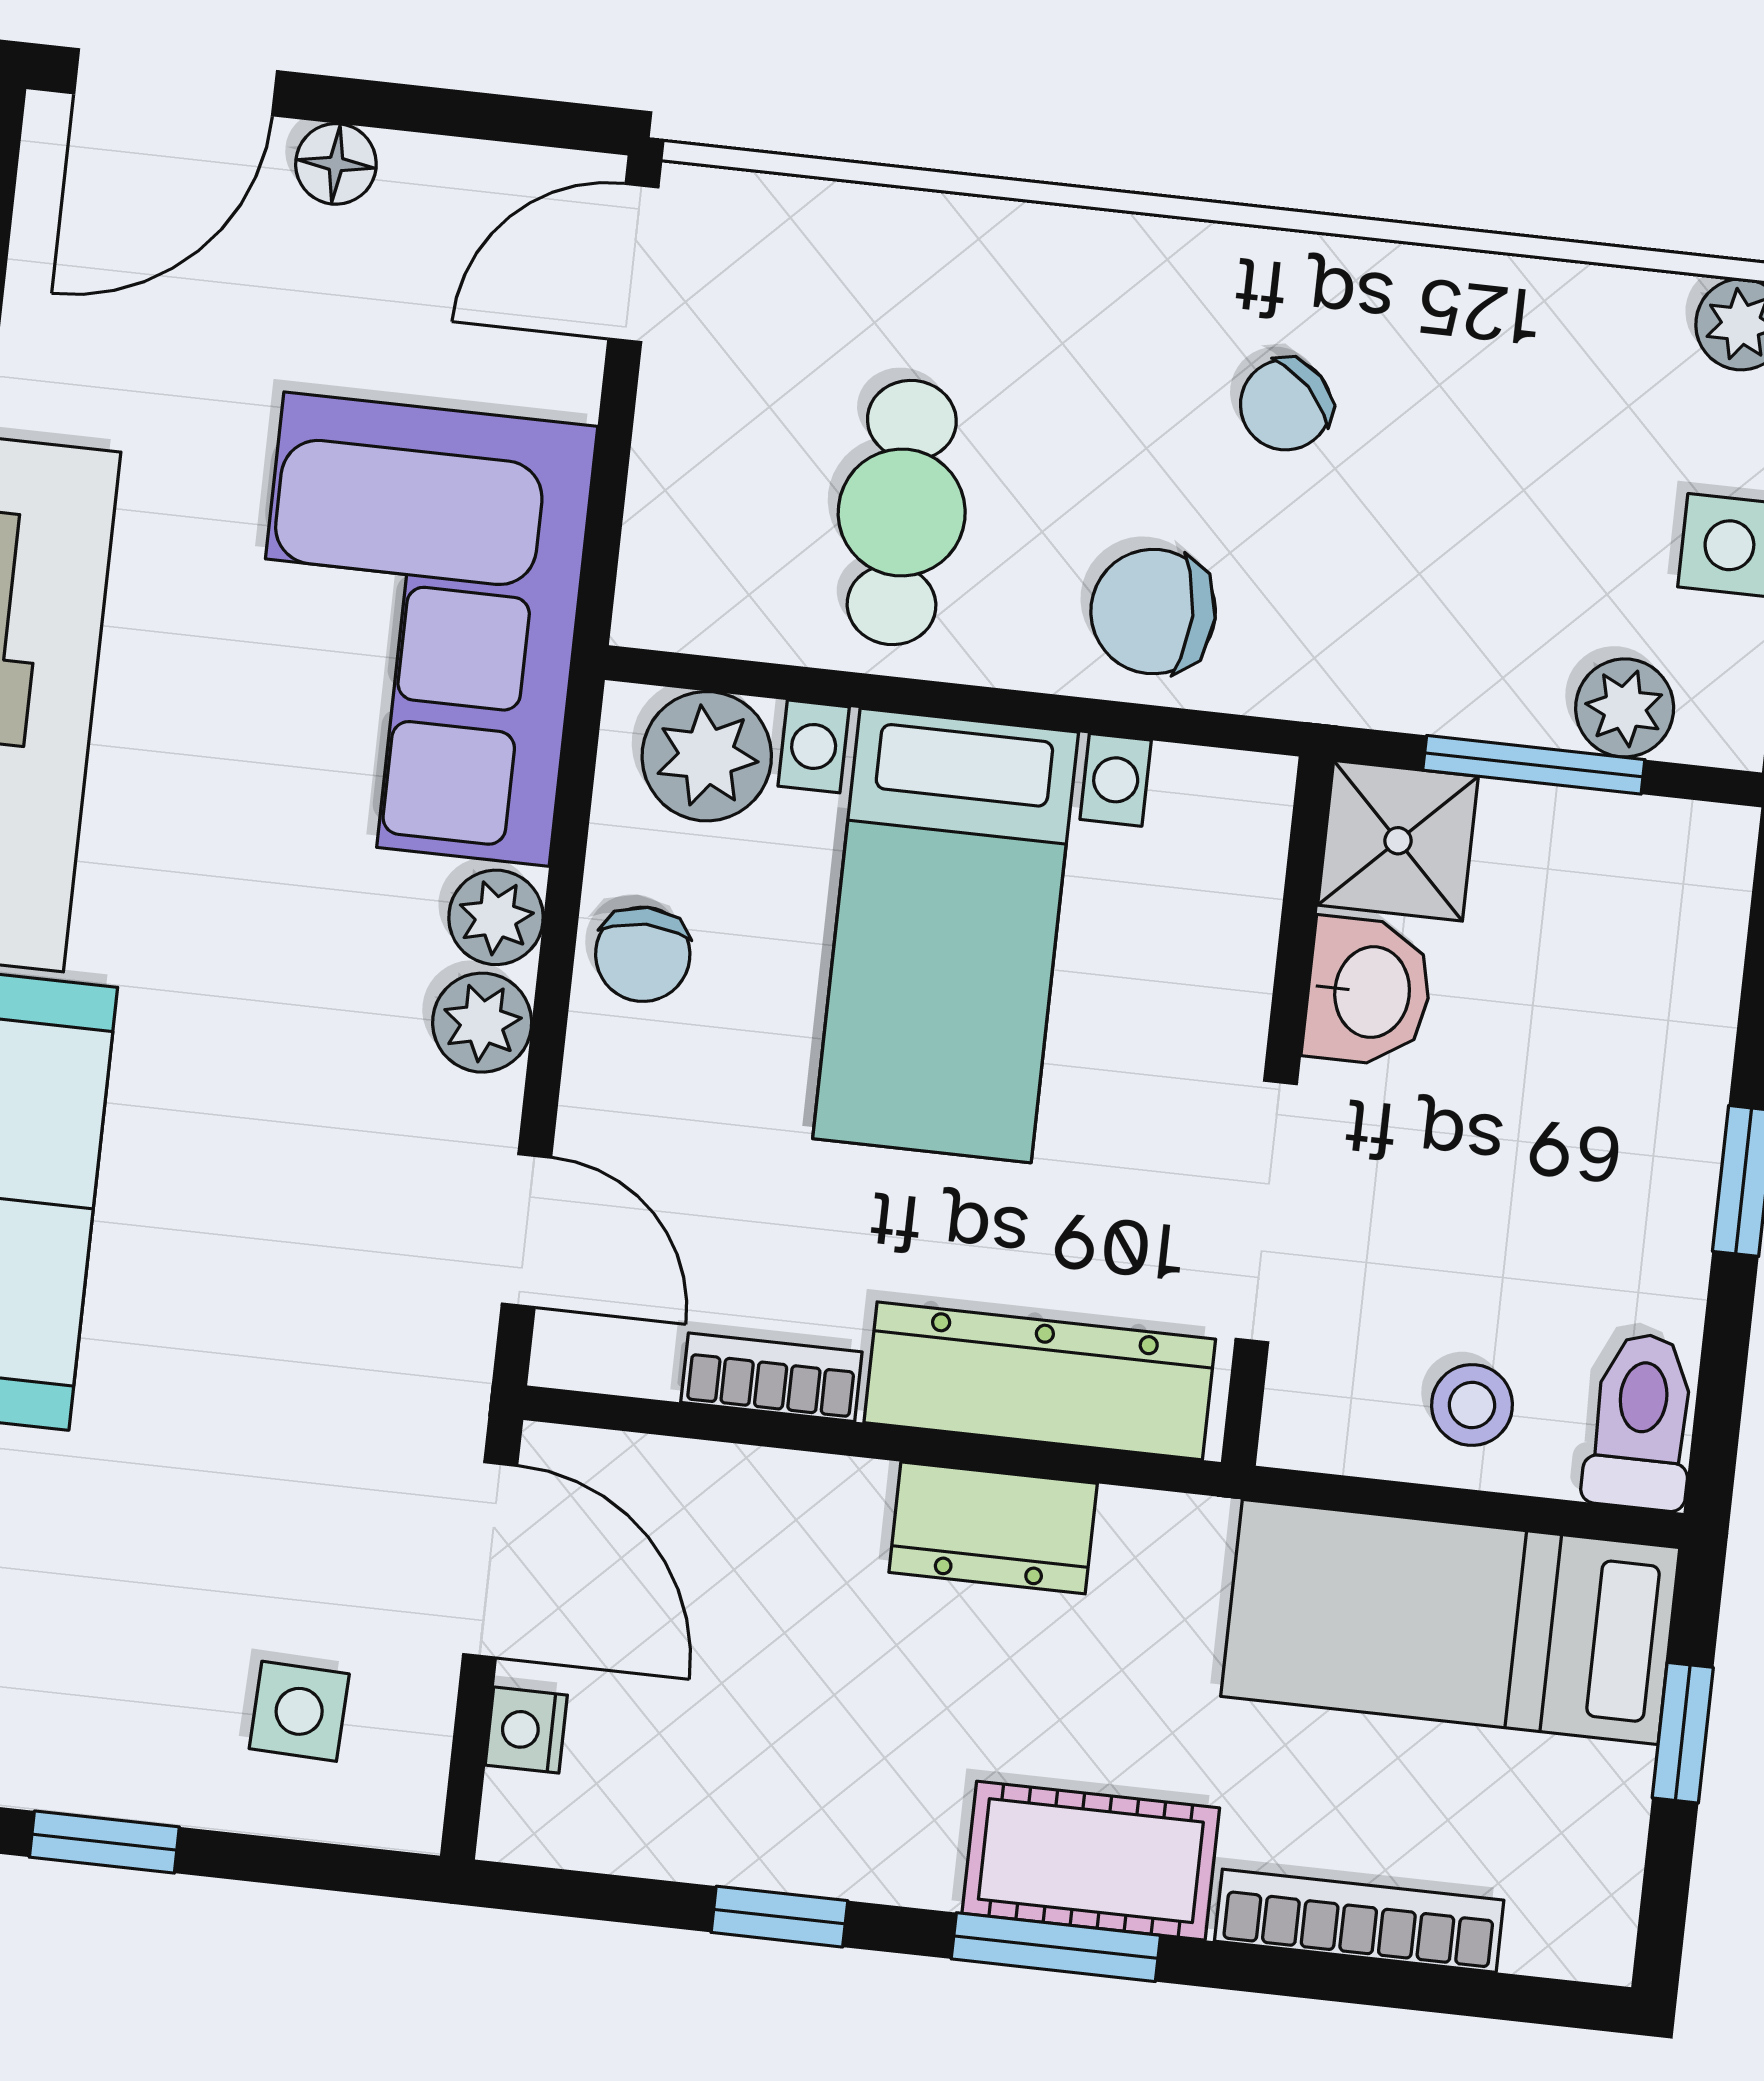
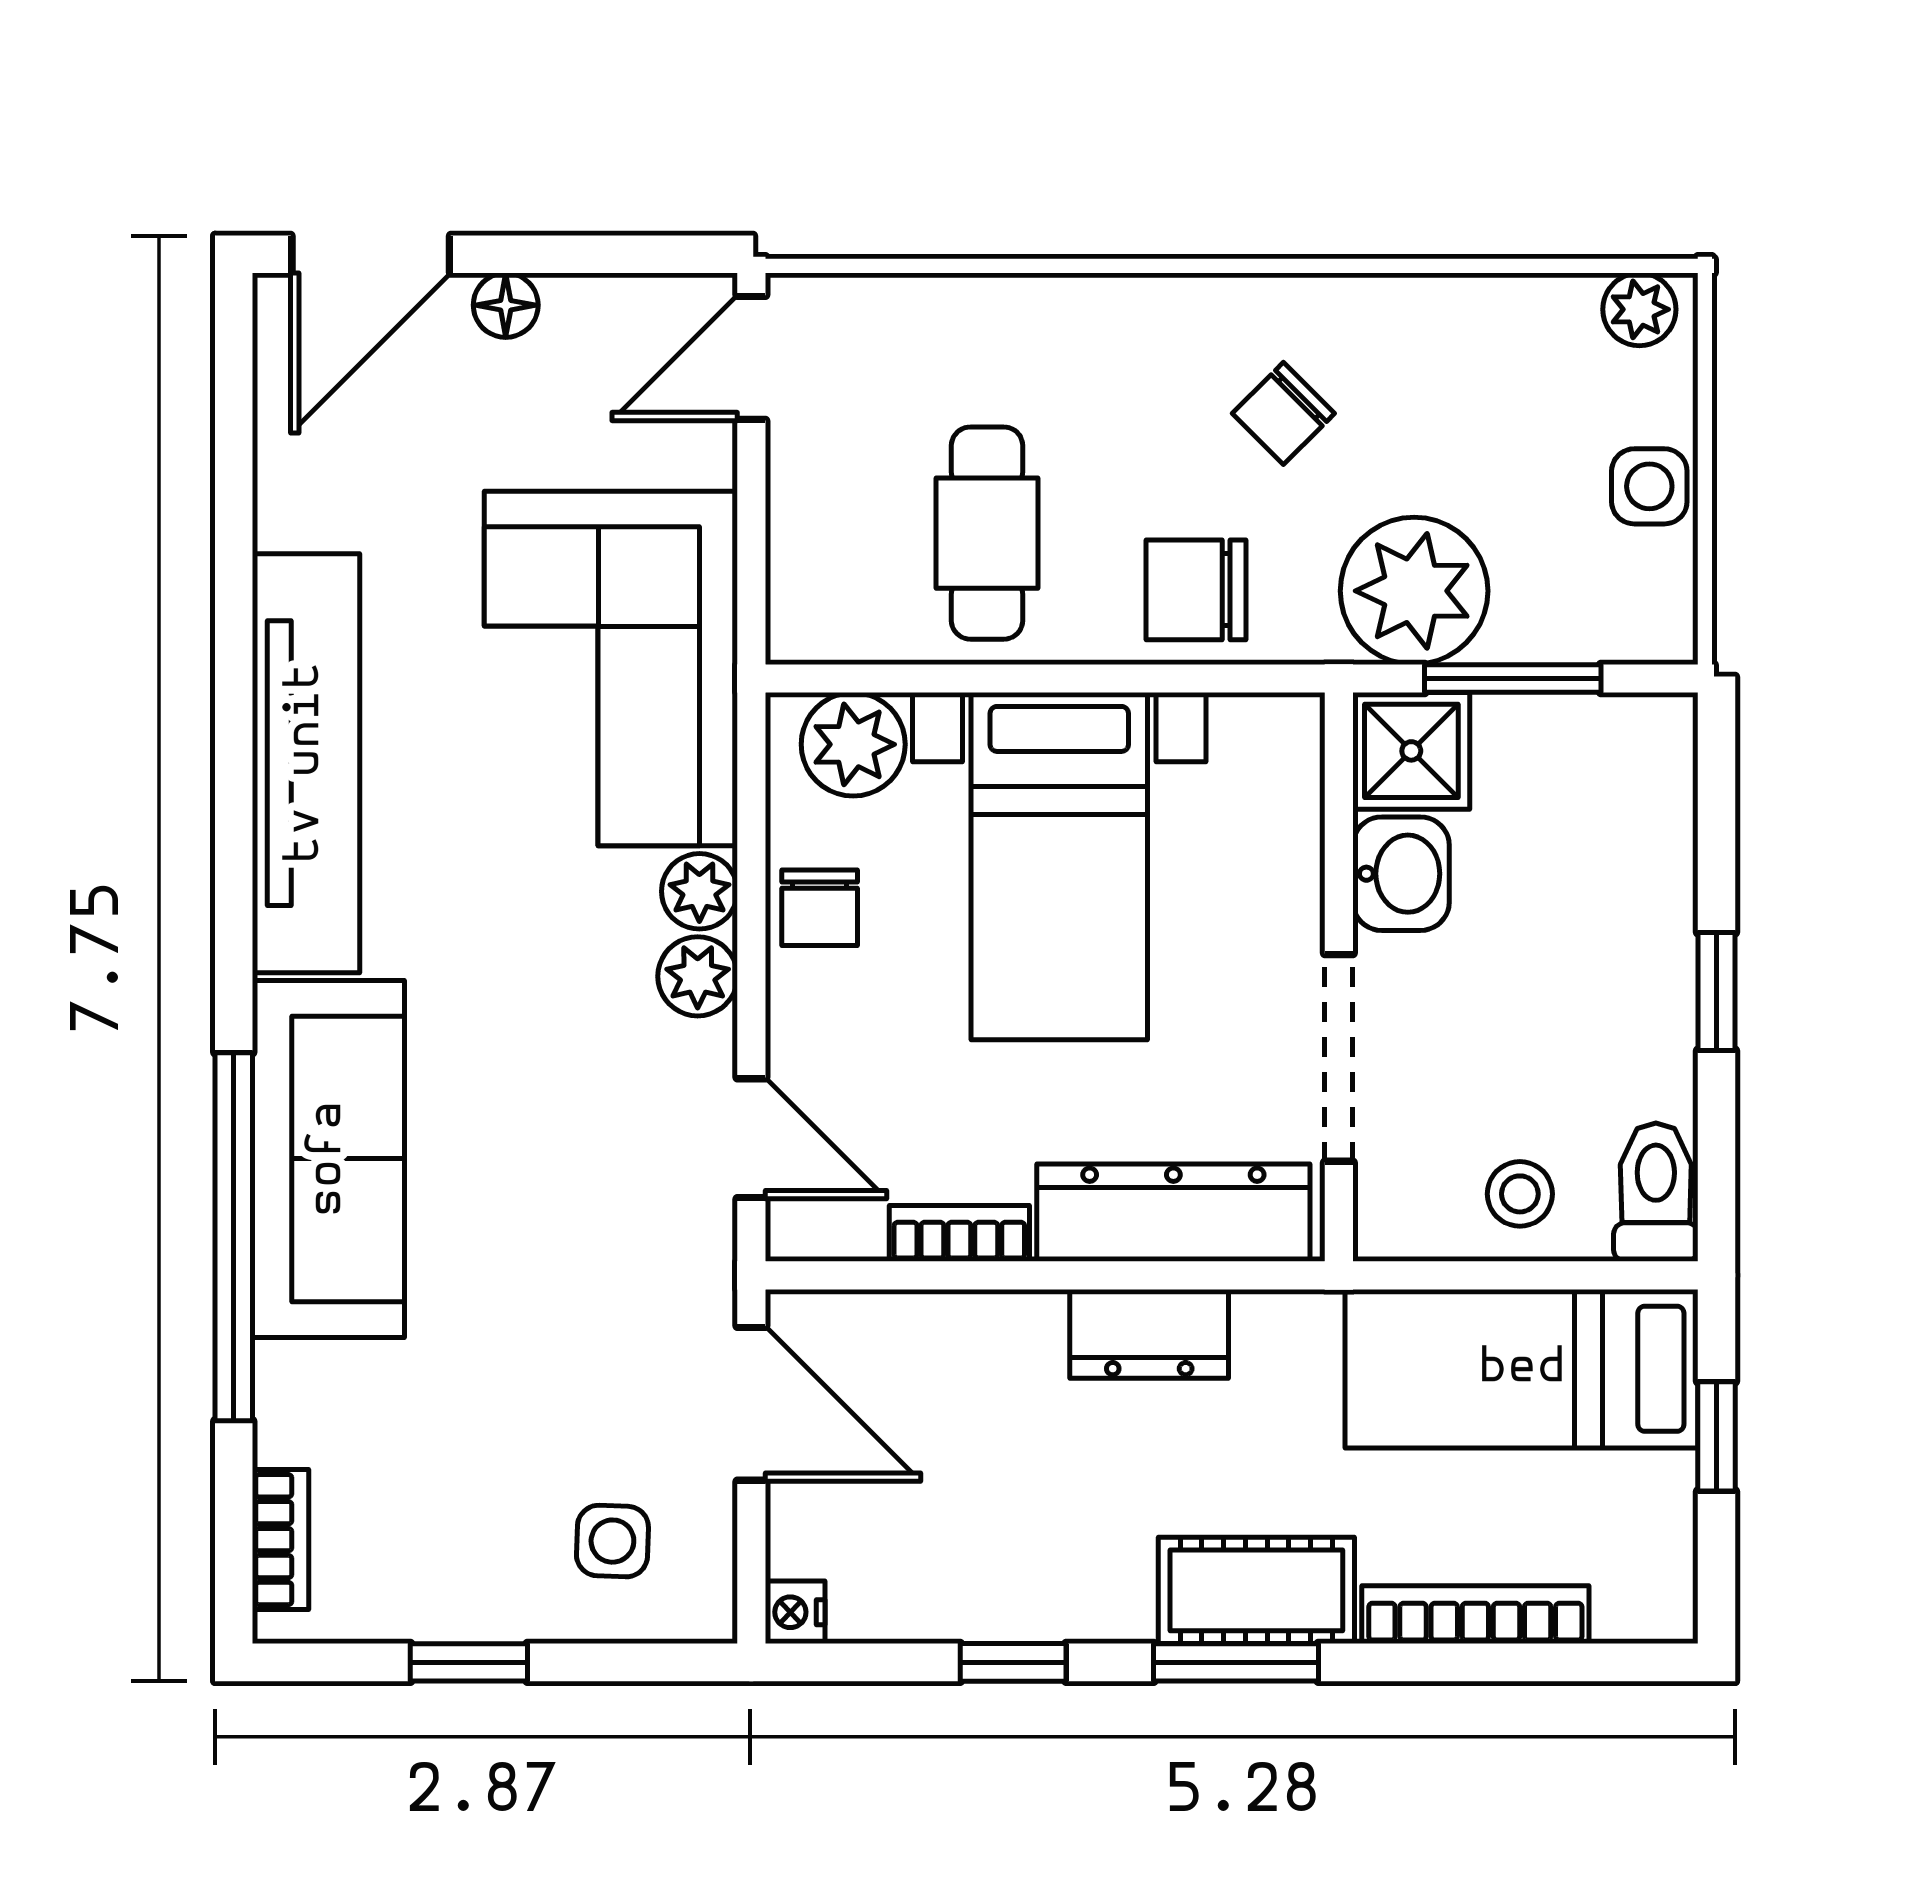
plant: (1625, 708) -> (1414, 591), moved, width x1.88, depth x1.88
nightstand: (526, 1730) -> (795, 1612), moved

